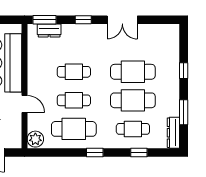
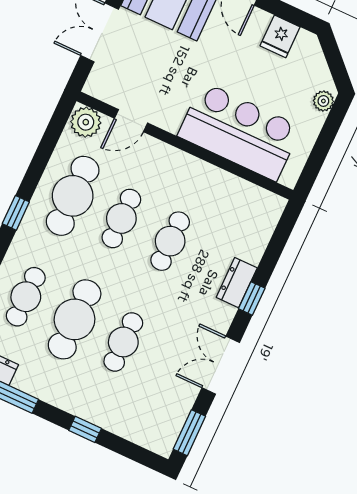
window: (44, 20) -> (189, 433), moved
dresser: (49, 30) -> (237, 283), moved
cafe table: (133, 72) -> (123, 342), width x0.73, depth x0.74
door: (25, 104) -> (131, 121), moved

